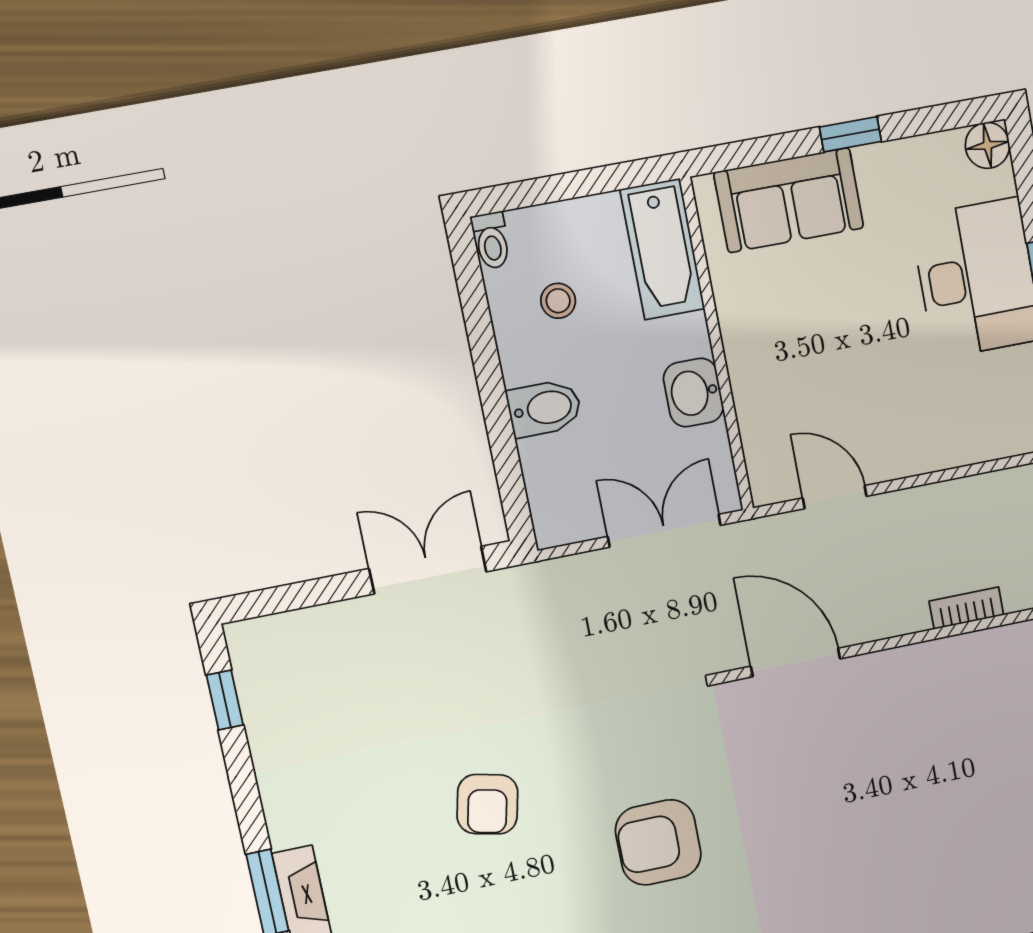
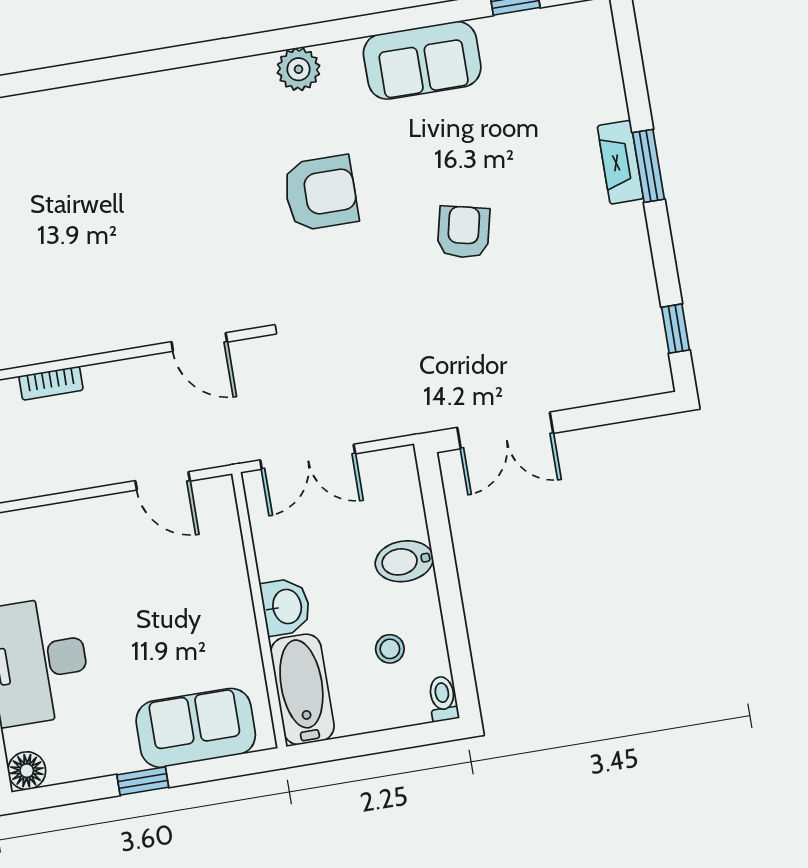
washbasin: (693, 393) -> (286, 607), moved
door: (795, 662) -> (199, 342), width x0.73

